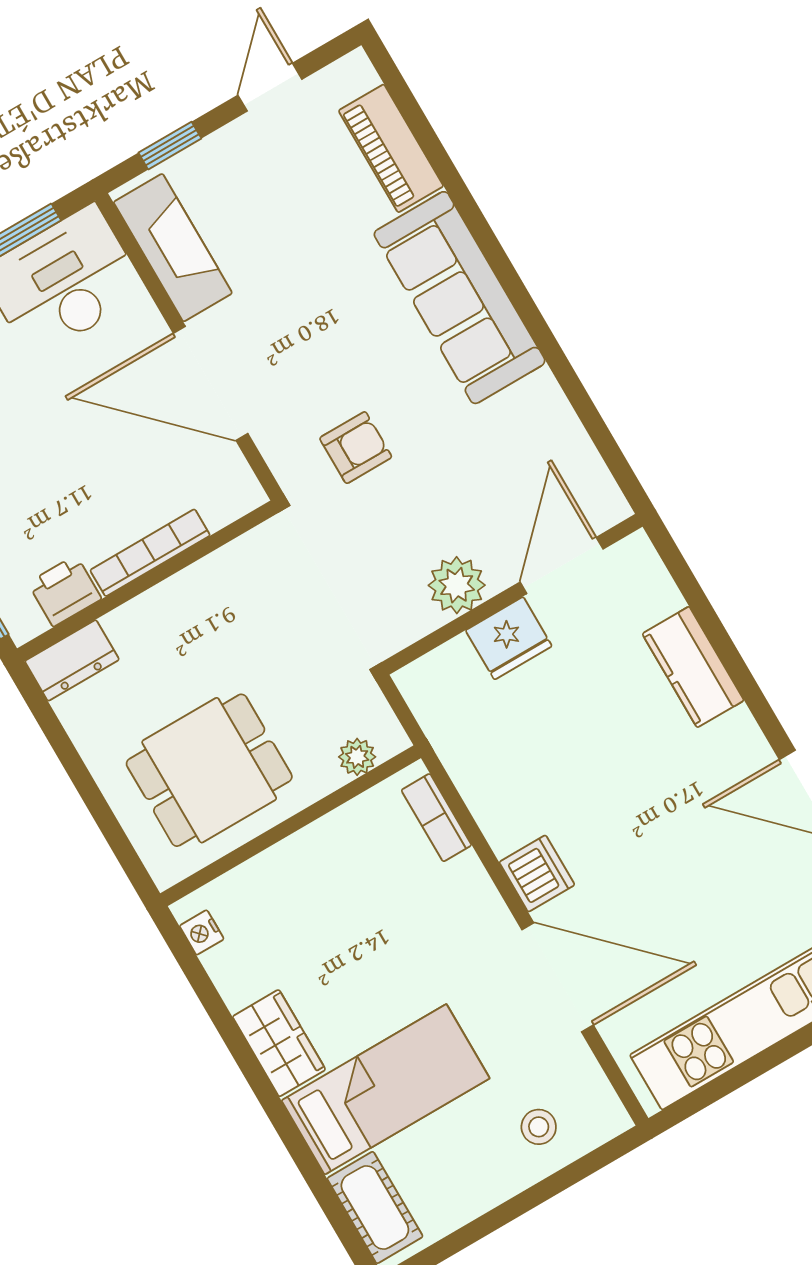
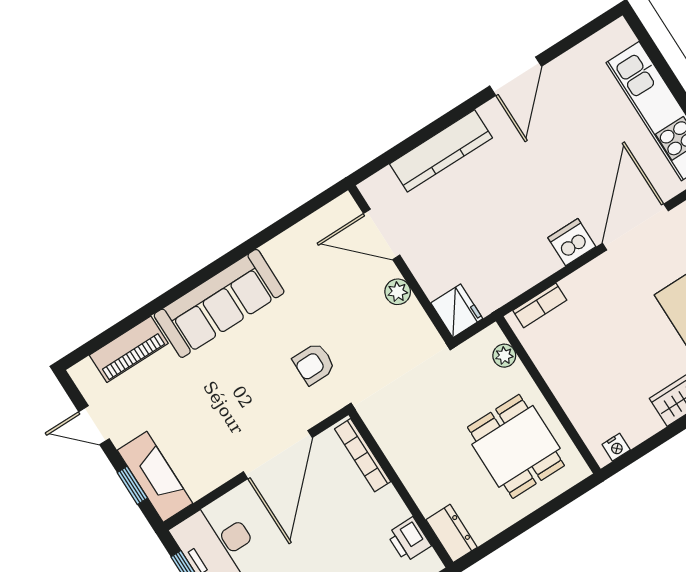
fireplace: (173, 248) -> (155, 477), moved, turned 90
armchair: (356, 448) -> (314, 364), turned -90
bookcase: (150, 553) -> (363, 455), moved
plant: (457, 585) -> (398, 292), width x0.73, depth x0.73
fridge: (509, 638) -> (457, 311), moved
kitchen counter: (693, 667) -> (441, 151), width x1.50

